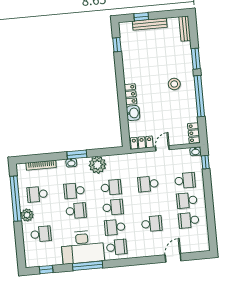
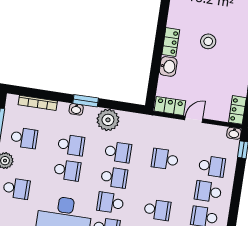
stool: (174, 84) -> (208, 41), moved
school desk: (74, 191) -> (71, 145), turned 180
school desk: (37, 194) -> (24, 138), turned 180

